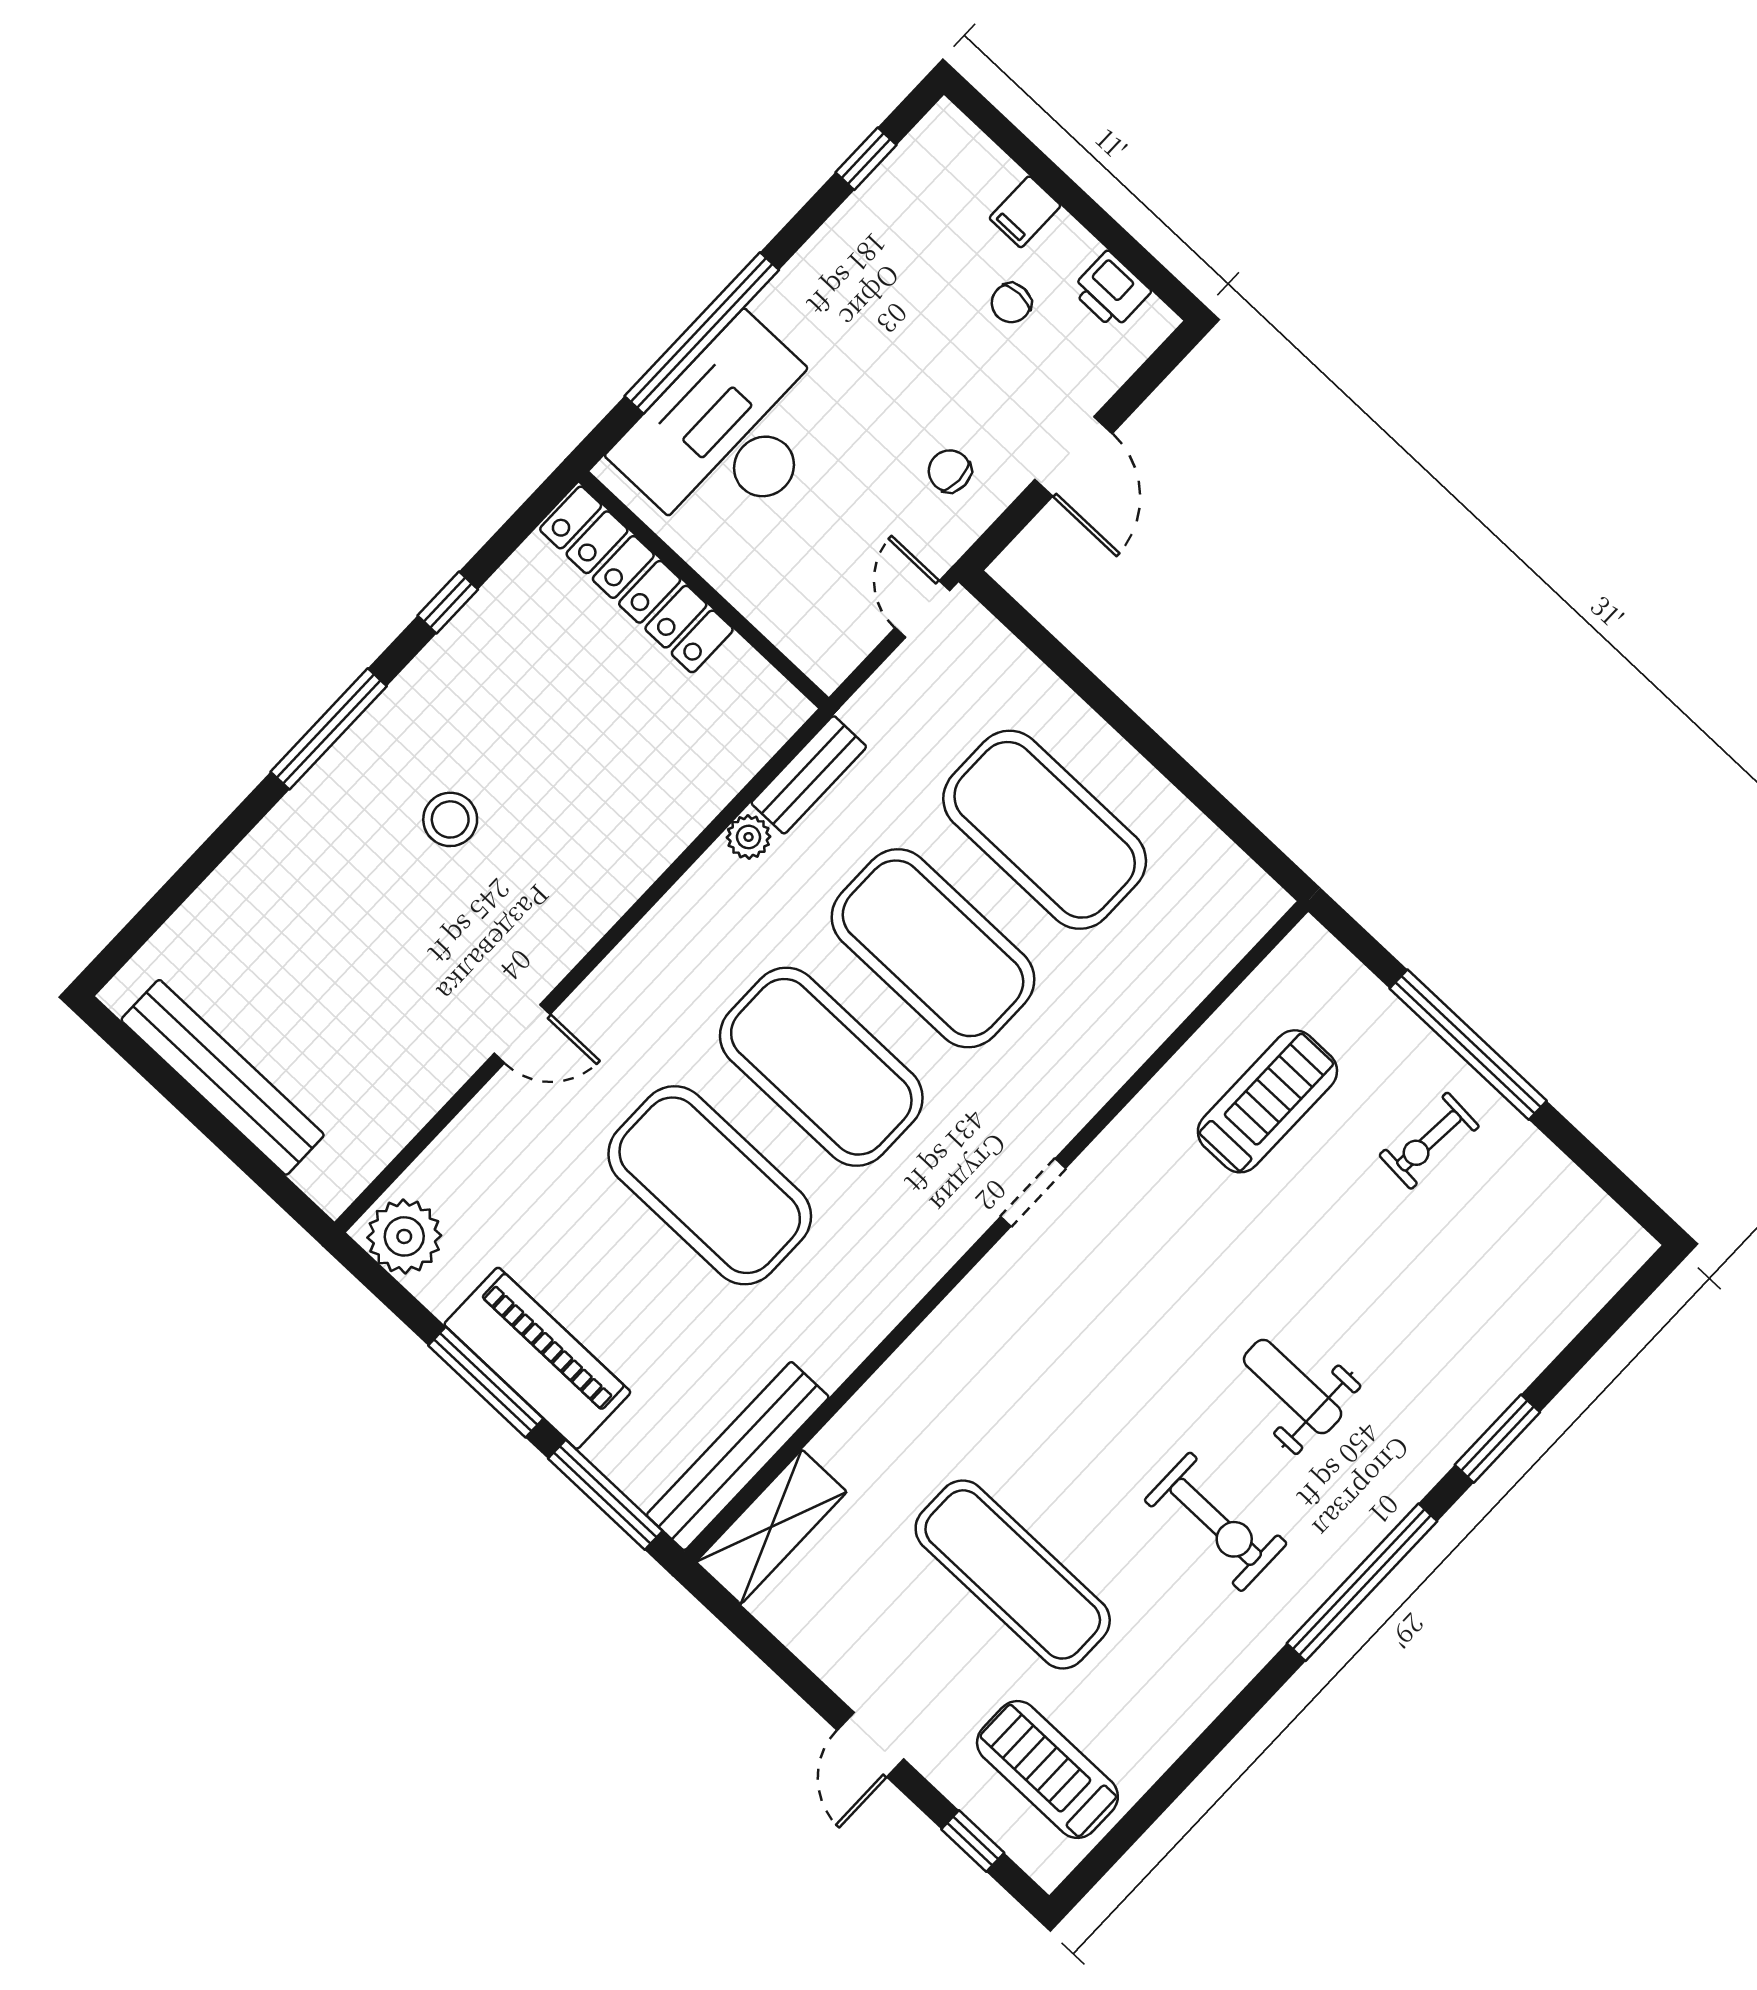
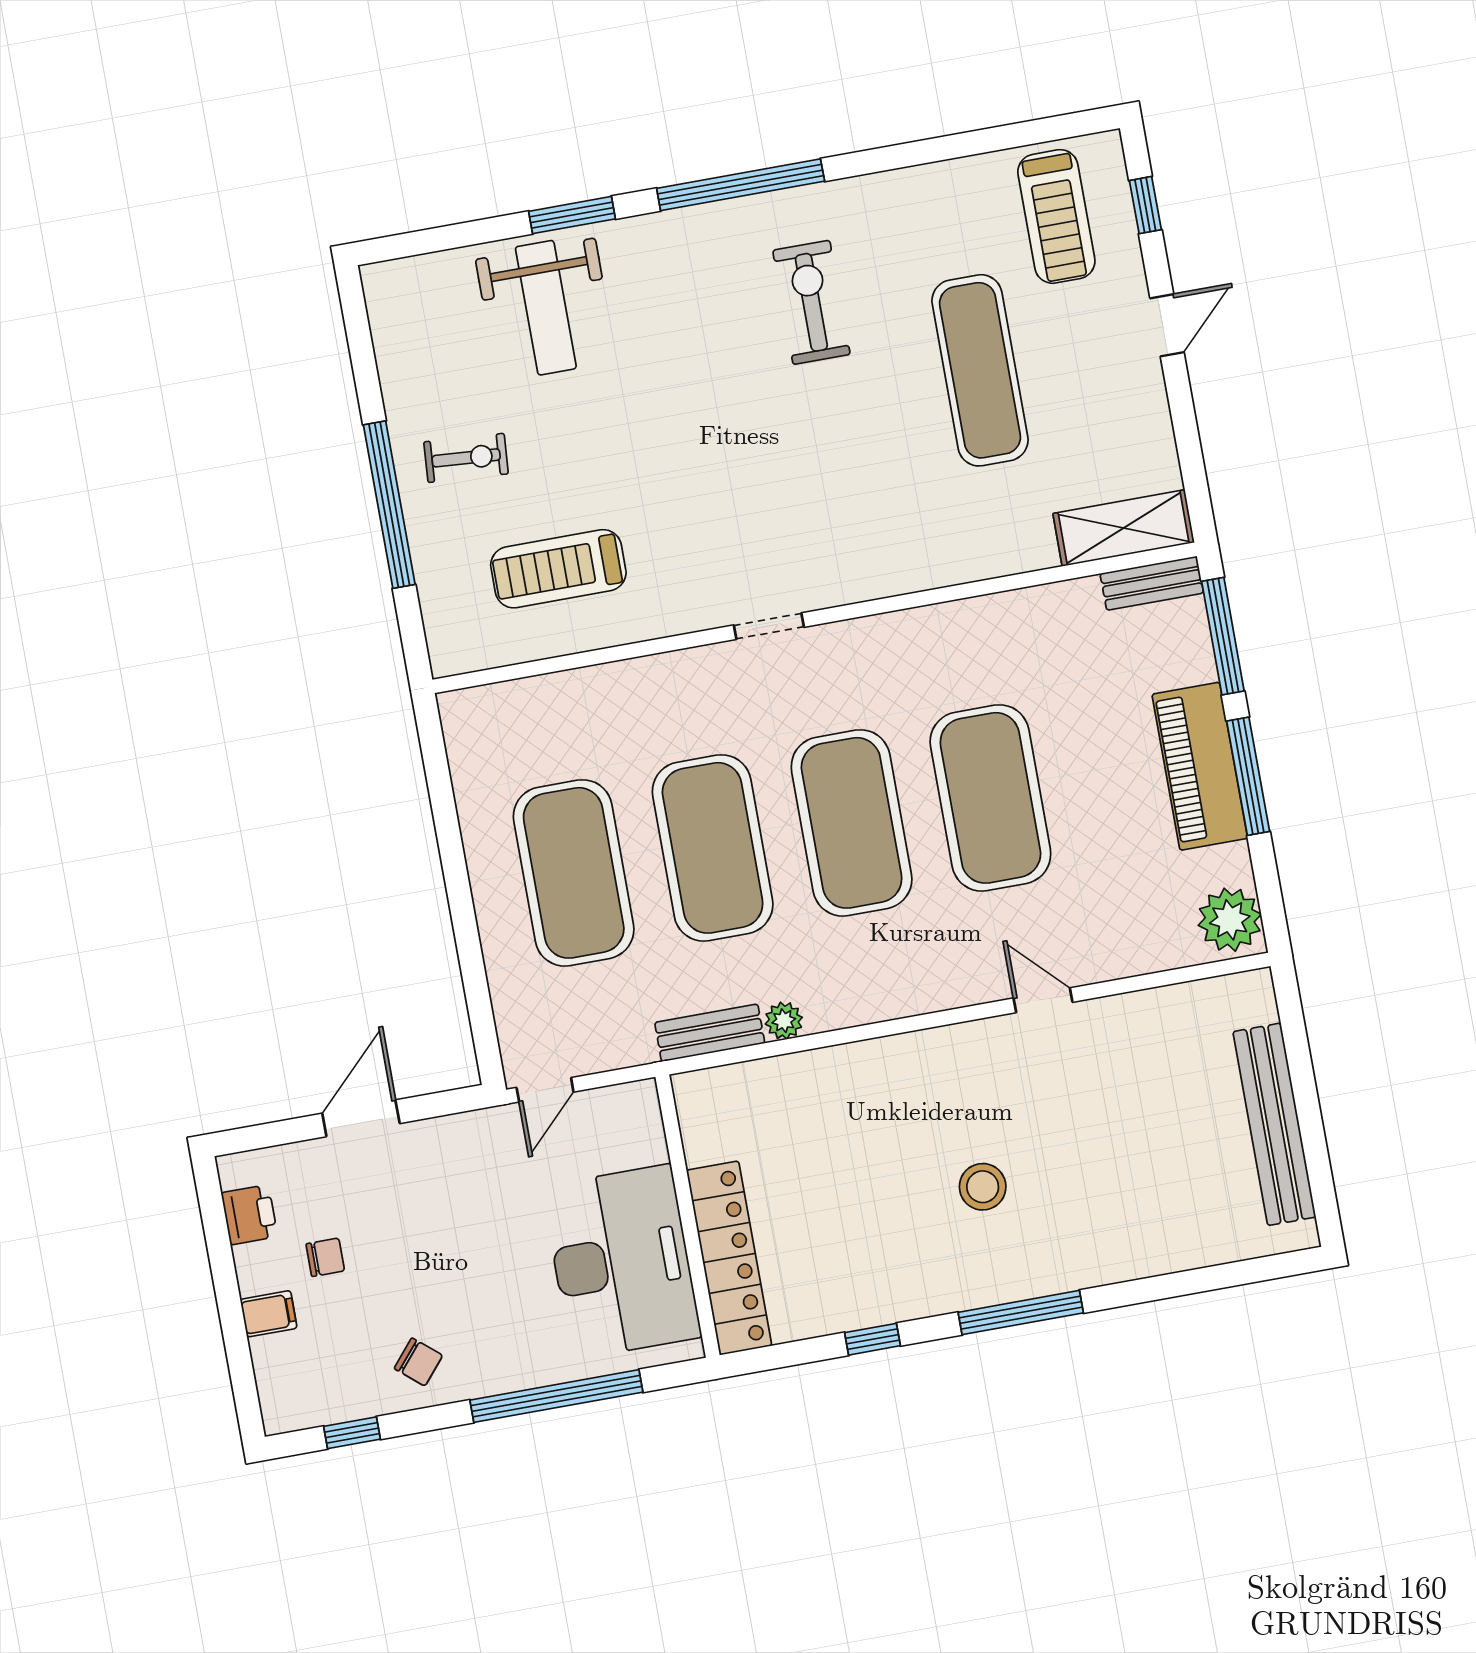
desk: (730, 434) -> (622, 1262), moved, turned -90
chair: (950, 471) -> (418, 1362), moved, turned -50
weight bench: (1293, 1387) -> (546, 308), moved, width x1.36, depth x1.33
bench: (738, 1456) -> (1152, 583), width x0.54, depth x0.82

